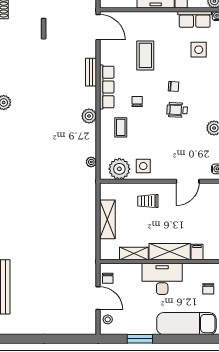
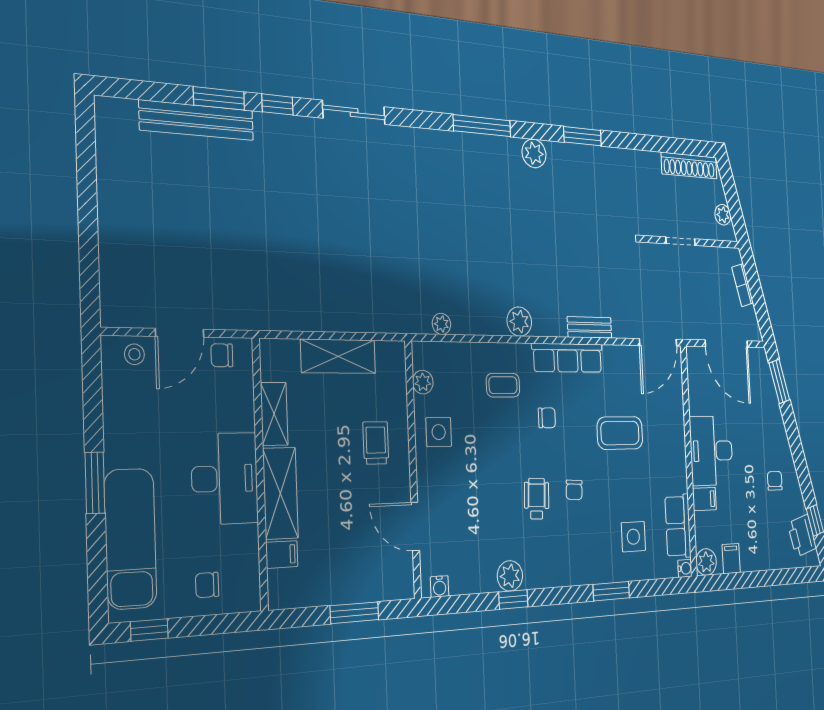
plant: (119, 169) -> (423, 382), width x0.53, depth x0.53
window: (140, 339) -> (95, 483), moved

